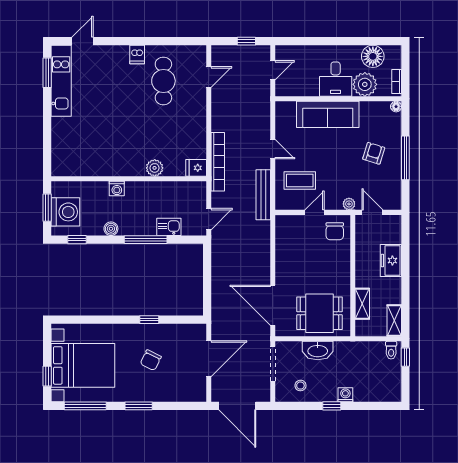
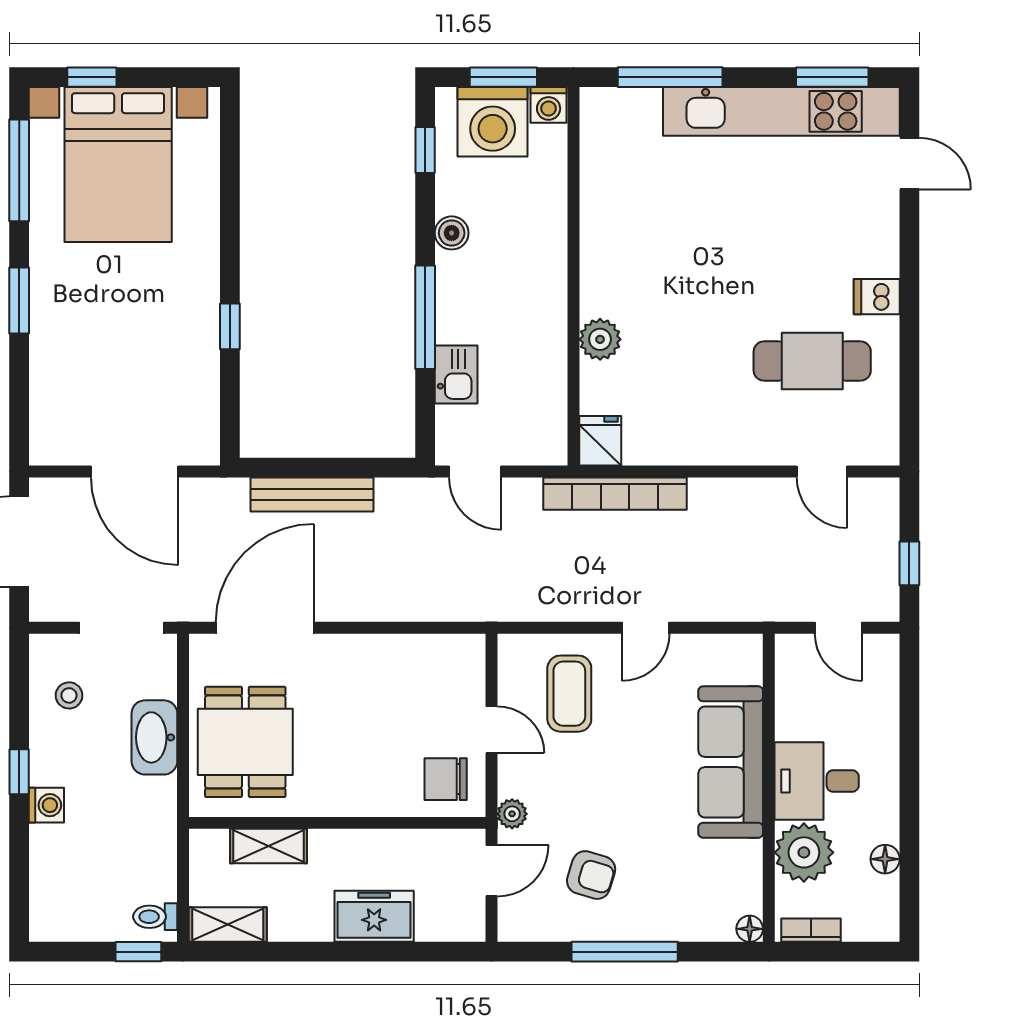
floor lamp: (373, 56) -> (885, 859), width x0.53, depth x0.53
kitchen unit: (61, 81) -> (781, 111), width x1.36
window: (47, 139) -> (670, 77), added
armchair: (374, 153) -> (591, 875), moved
washing machine: (117, 189) -> (549, 105), moved, turned -90
bench: (263, 195) -> (312, 495), moved
chair: (151, 360) -> (131, 330), removed

